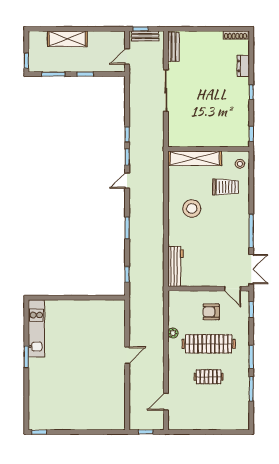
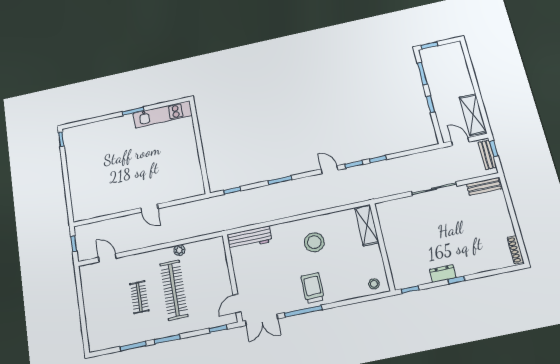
shelving: (67, 39) -> (473, 115), moved
dresser: (243, 66) -> (443, 274), moved
shelving: (195, 158) -> (367, 225), width x0.68
trolley: (225, 187) -> (313, 288), moved, turned 180
armchair: (211, 312) -> (208, 286), removed

